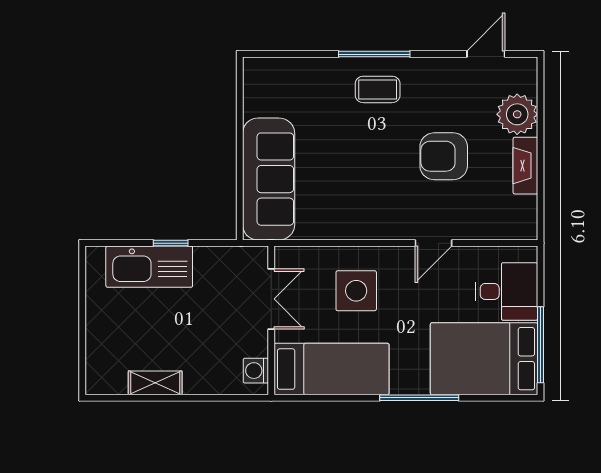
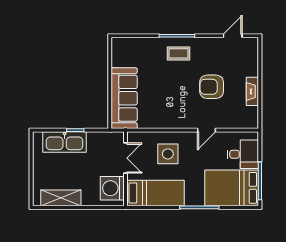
plant: (517, 114) -> (248, 66), removed
washing machine: (256, 371) -> (112, 188), width x1.89, depth x1.89
shelving: (155, 383) -> (61, 198), width x1.50, depth x1.33

